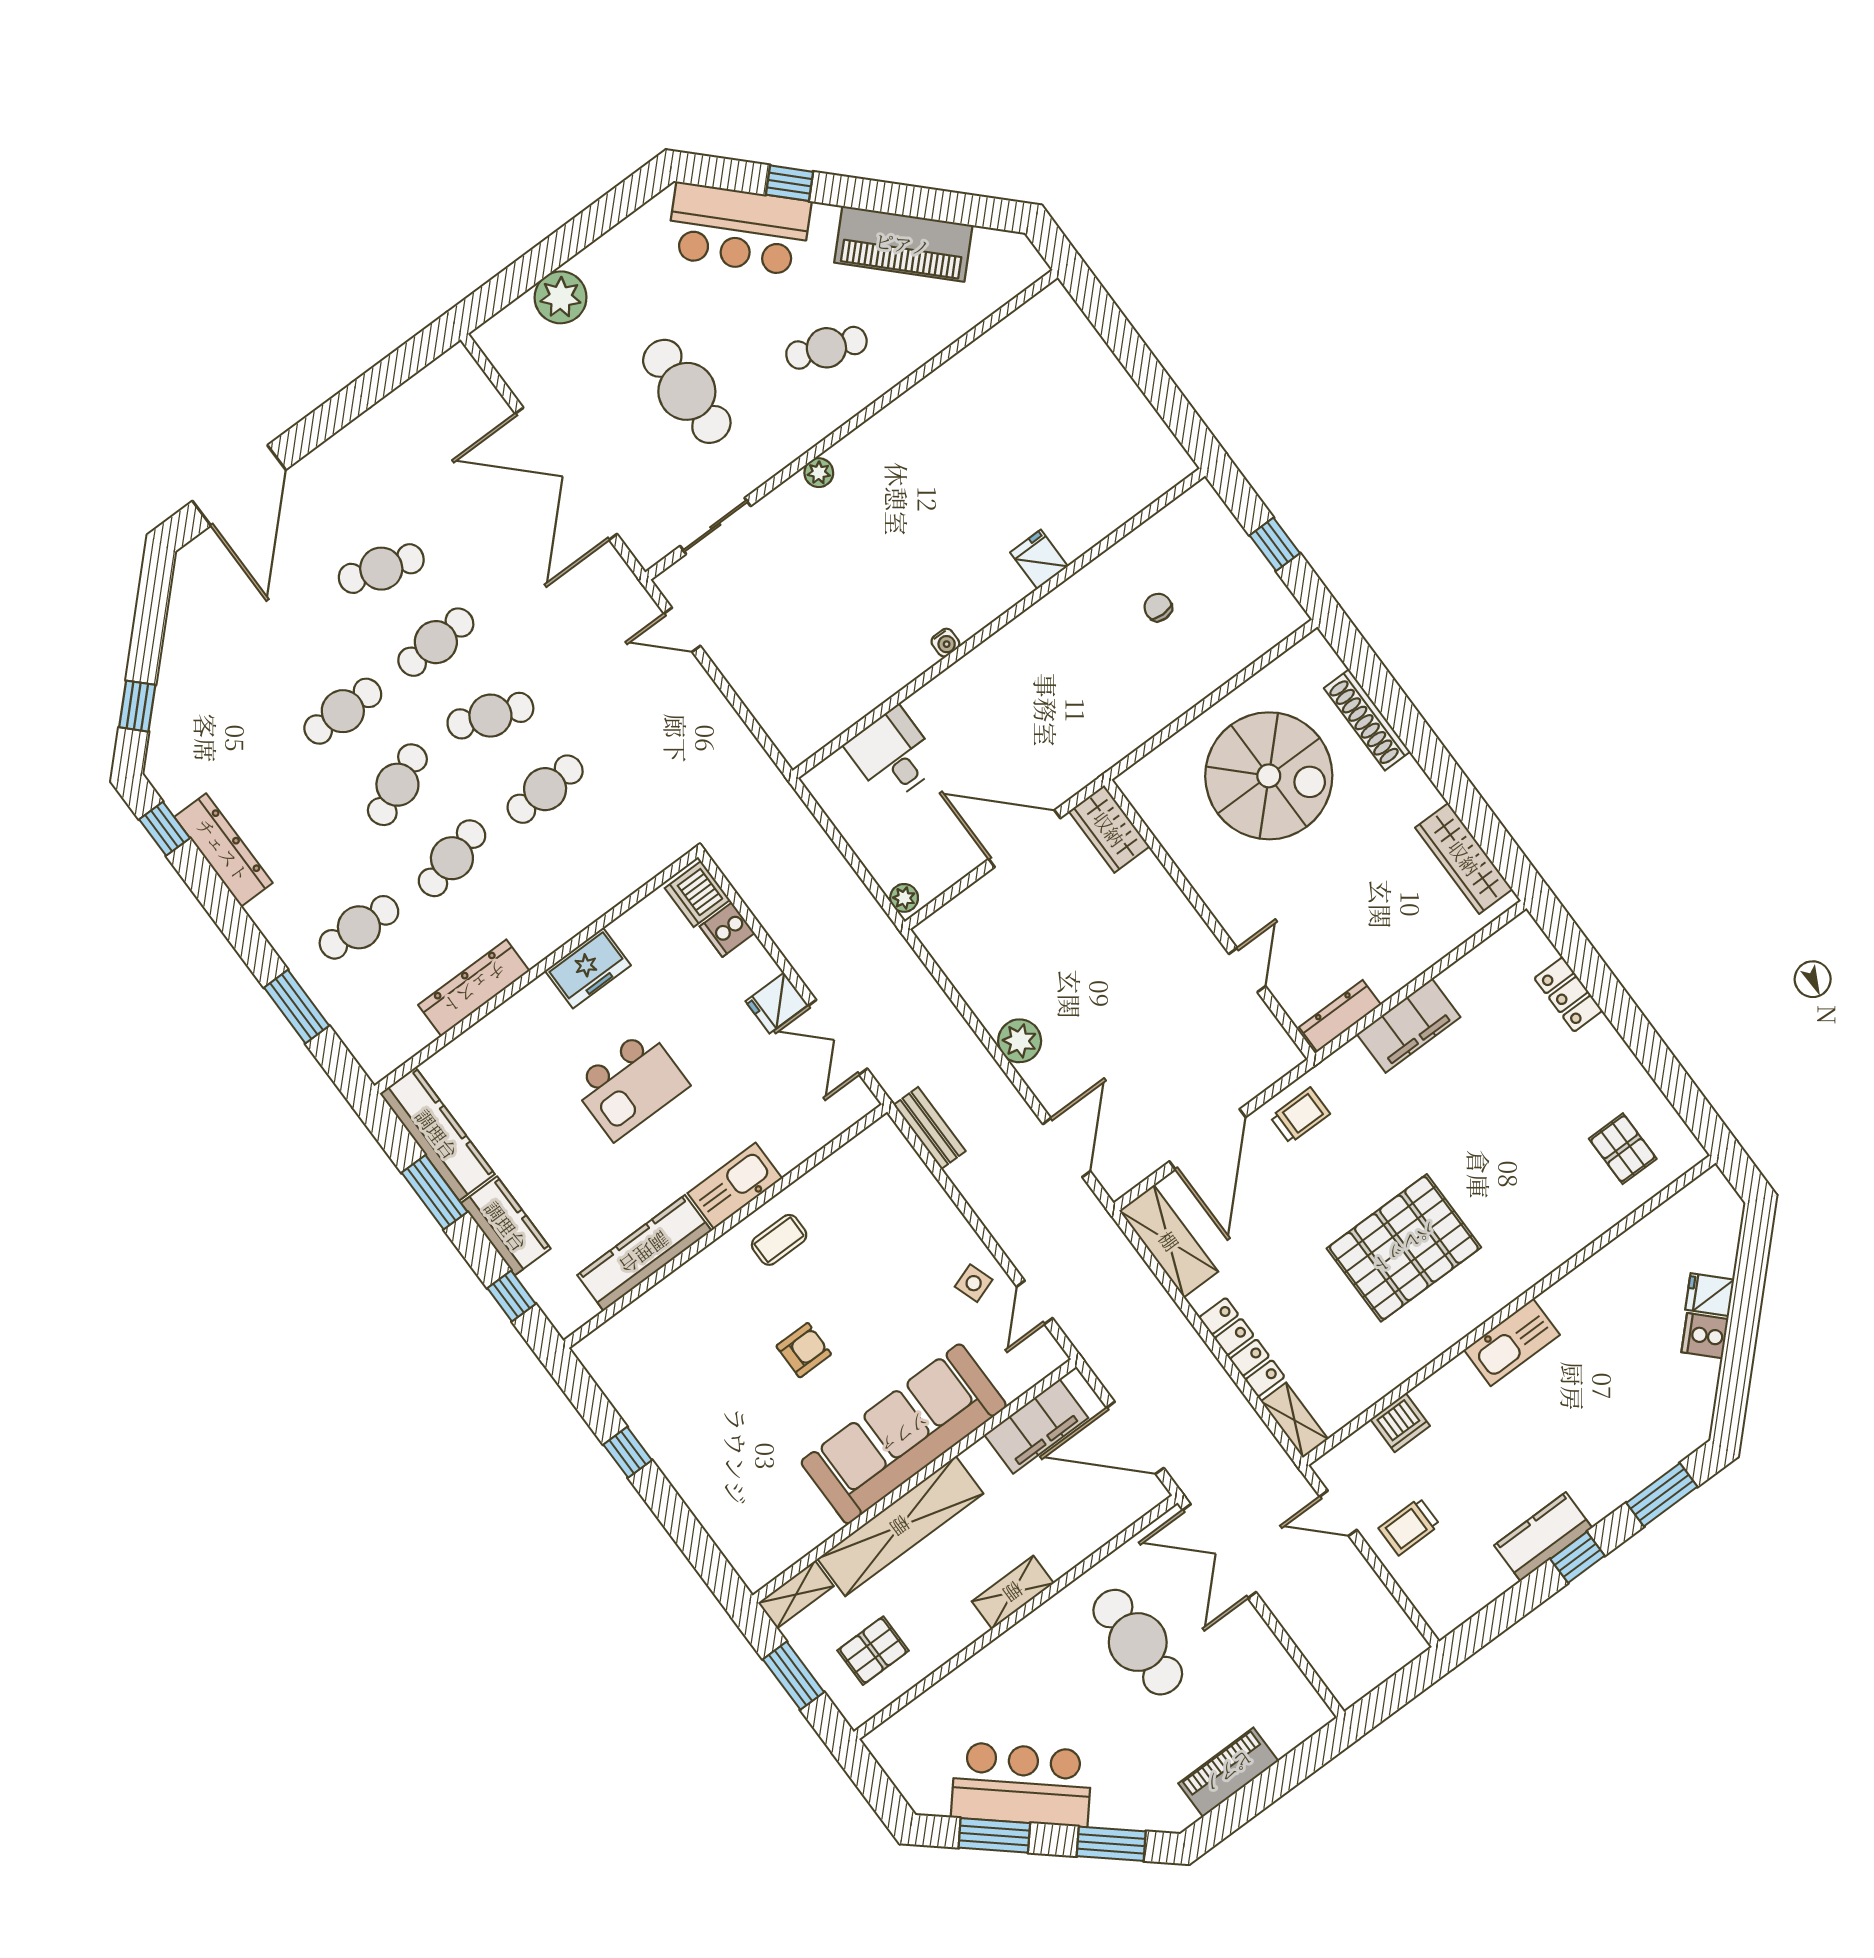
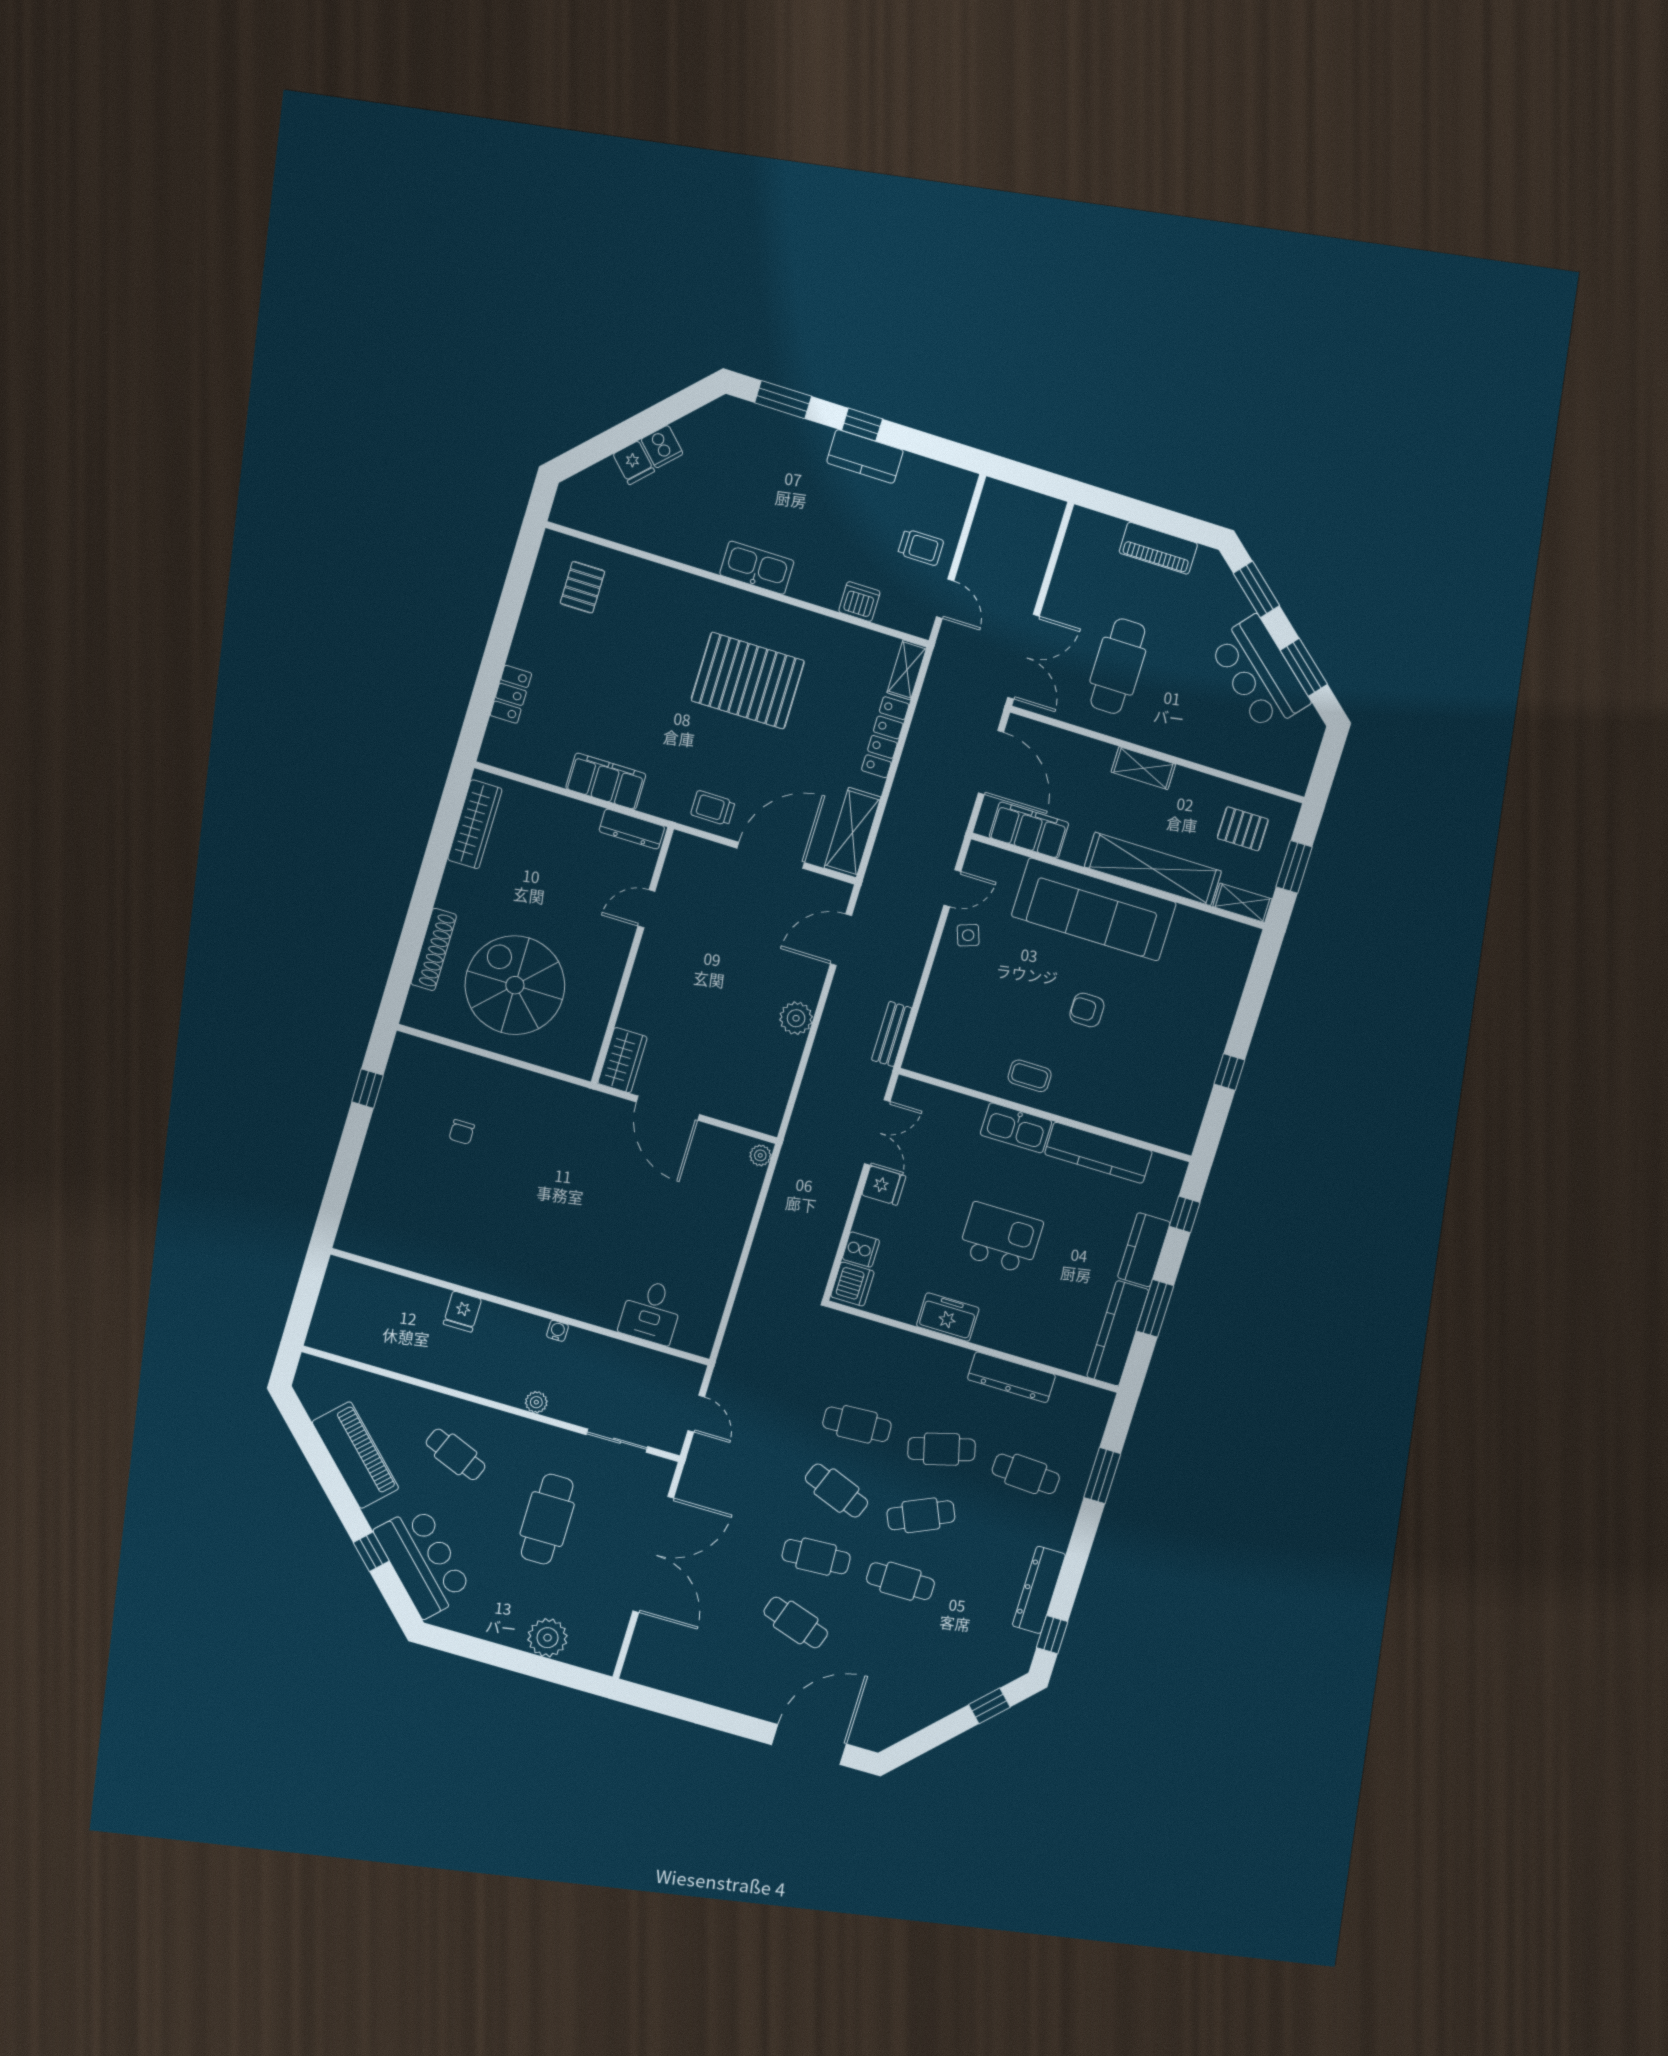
fridge: (1039, 559) -> (462, 1312), moved
wall: (999, 623) -> (521, 1307), moved
water cooler: (945, 643) -> (557, 1331), moved
desk: (893, 755) -> (651, 1312), moved

